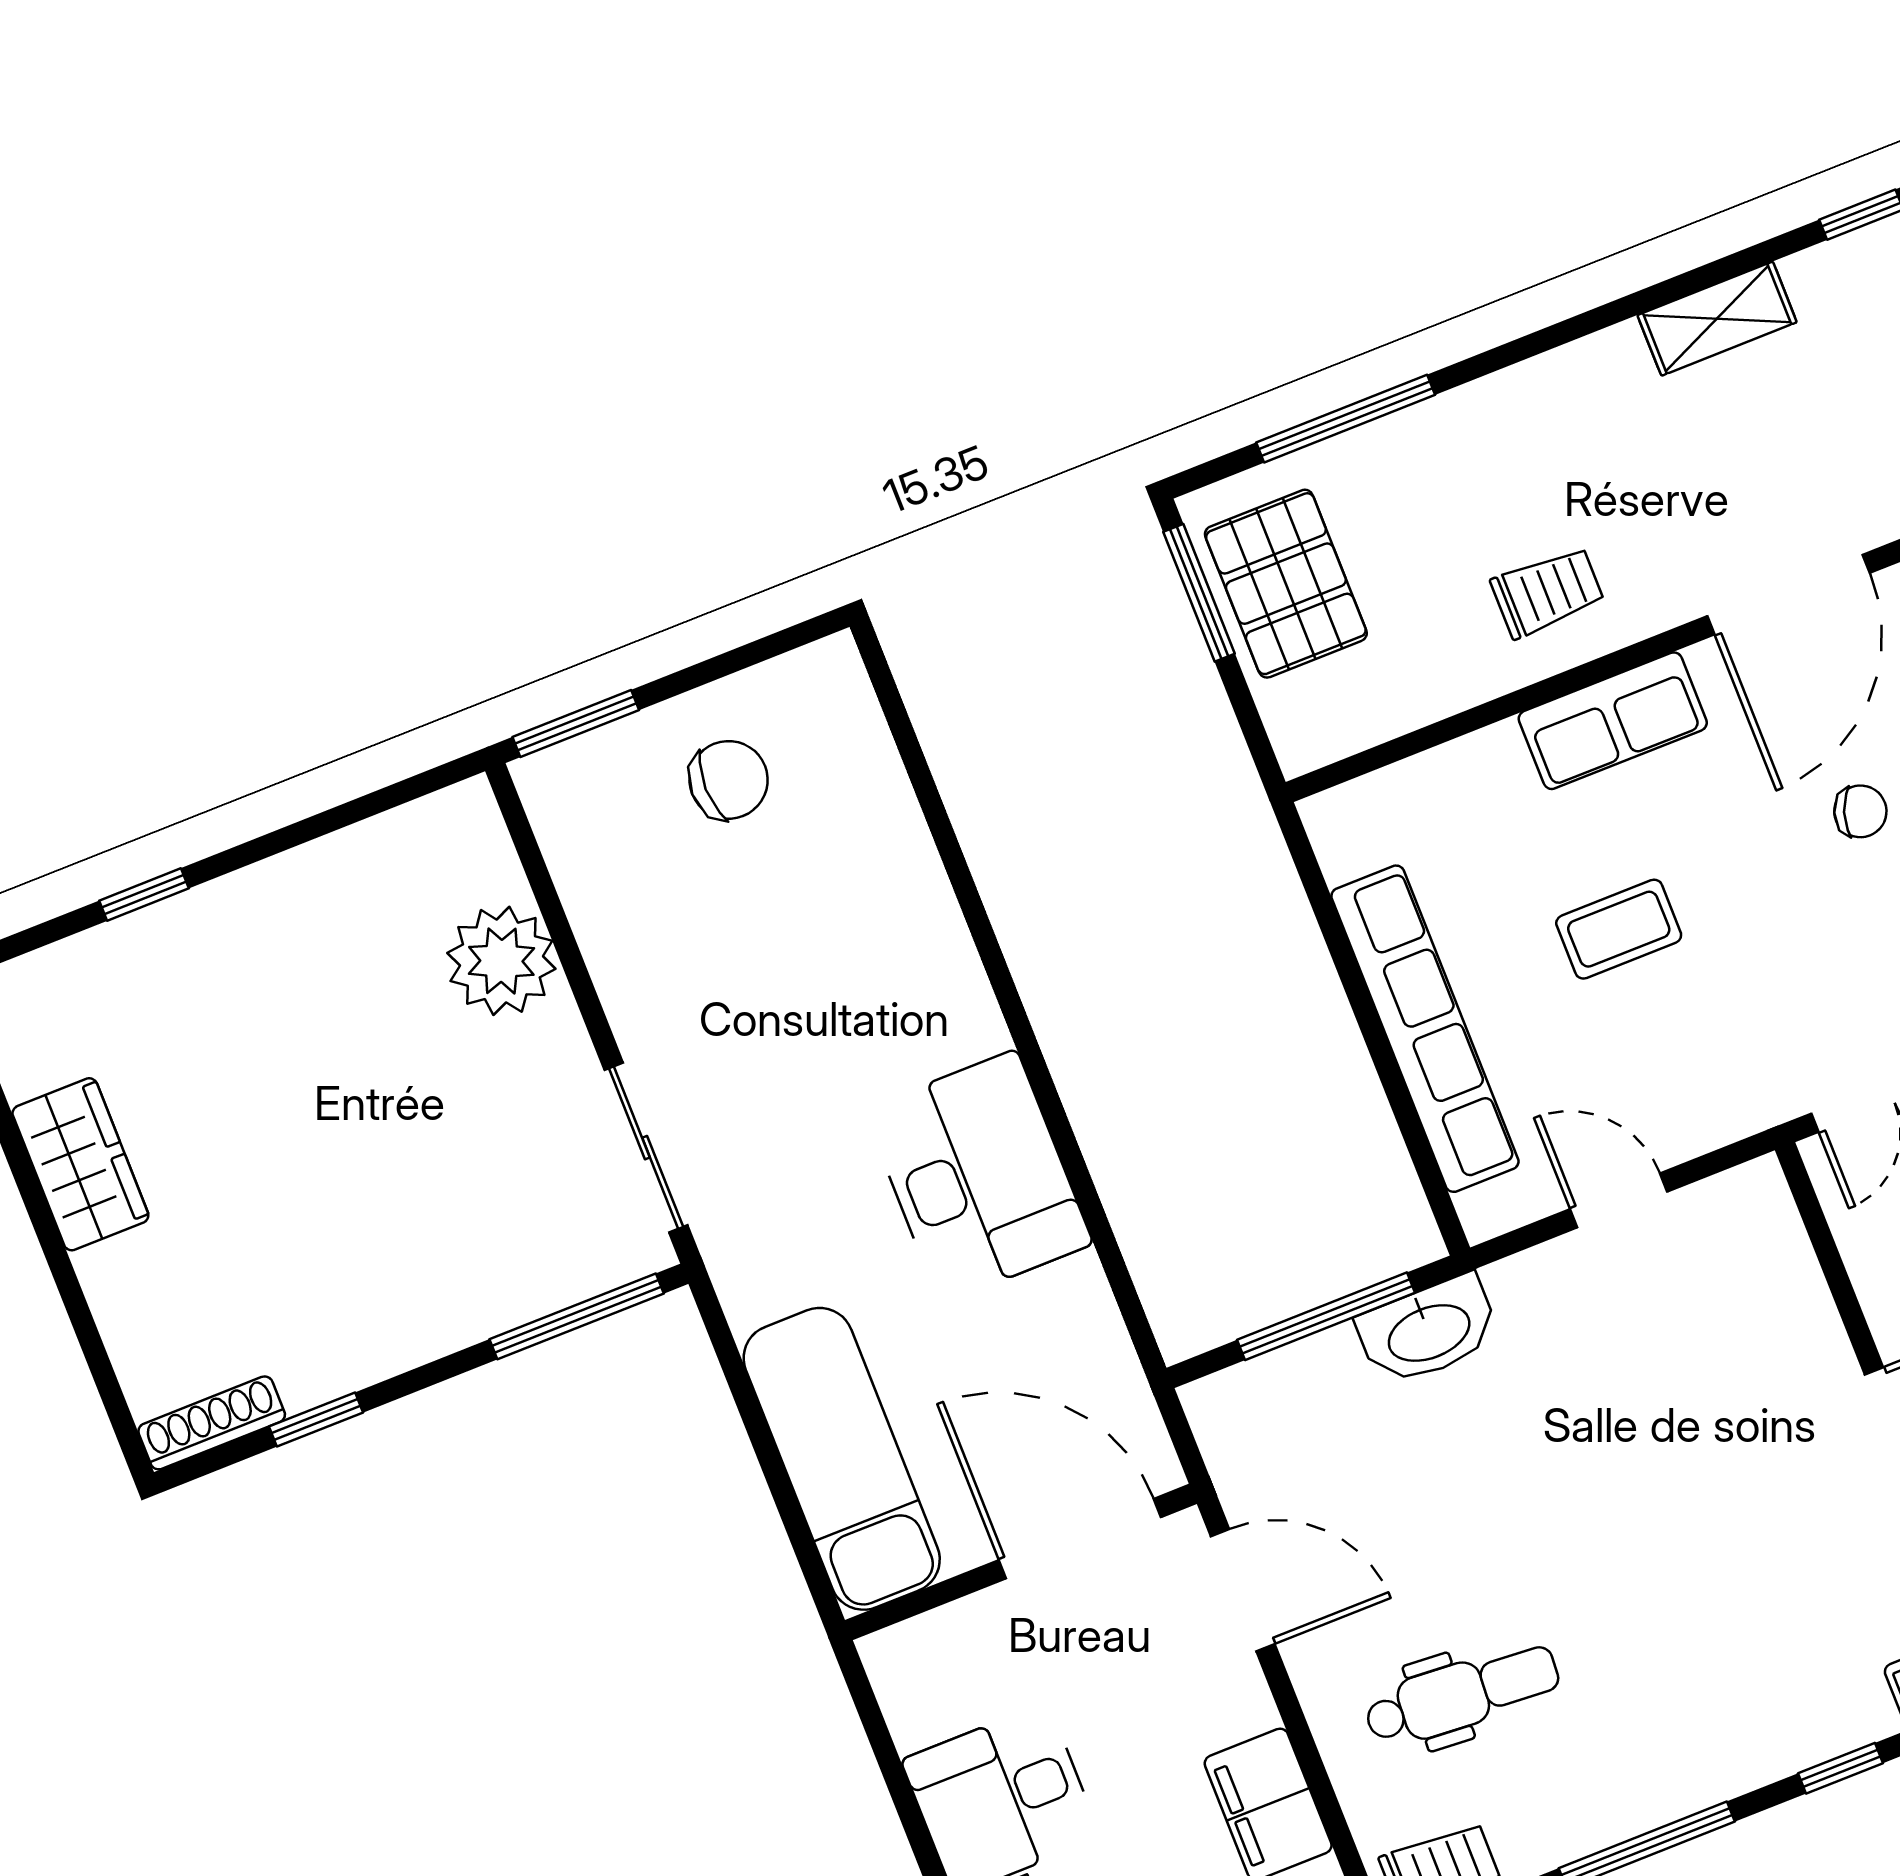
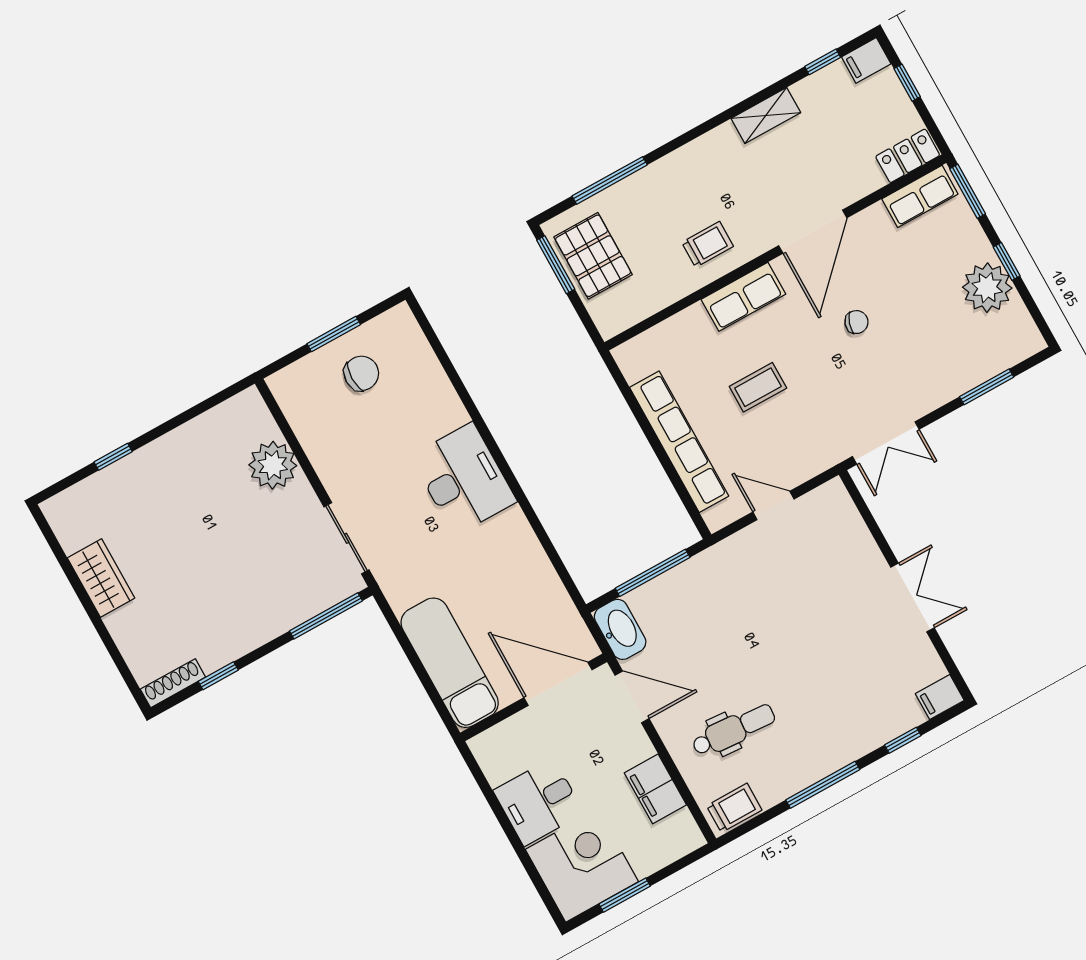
window: (576, 724) -> (334, 334), moved
desk: (978, 1177) -> (464, 479), moved
washbasin: (1428, 1331) -> (620, 629), moved, turned -90

